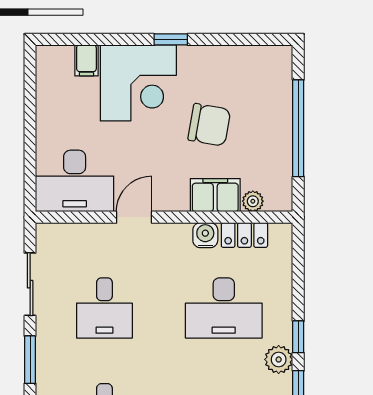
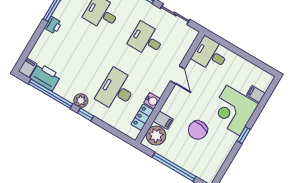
desk: (75, 181) -> (210, 54), width x0.73
filing cabinet: (215, 195) -> (163, 120), width x0.50
plant: (253, 201) -> (156, 136), width x1.88, depth x1.88

